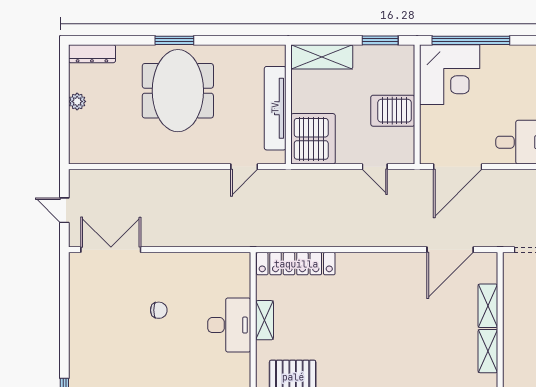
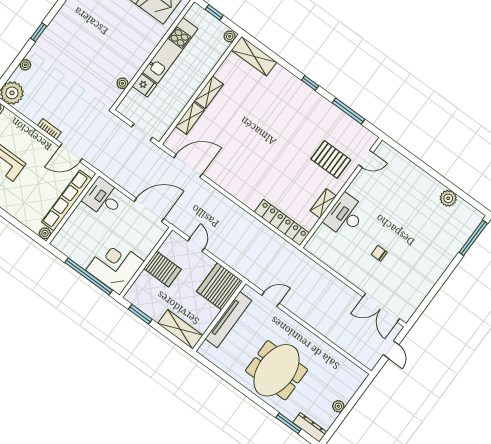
window: (174, 40) -> (289, 423), moved

